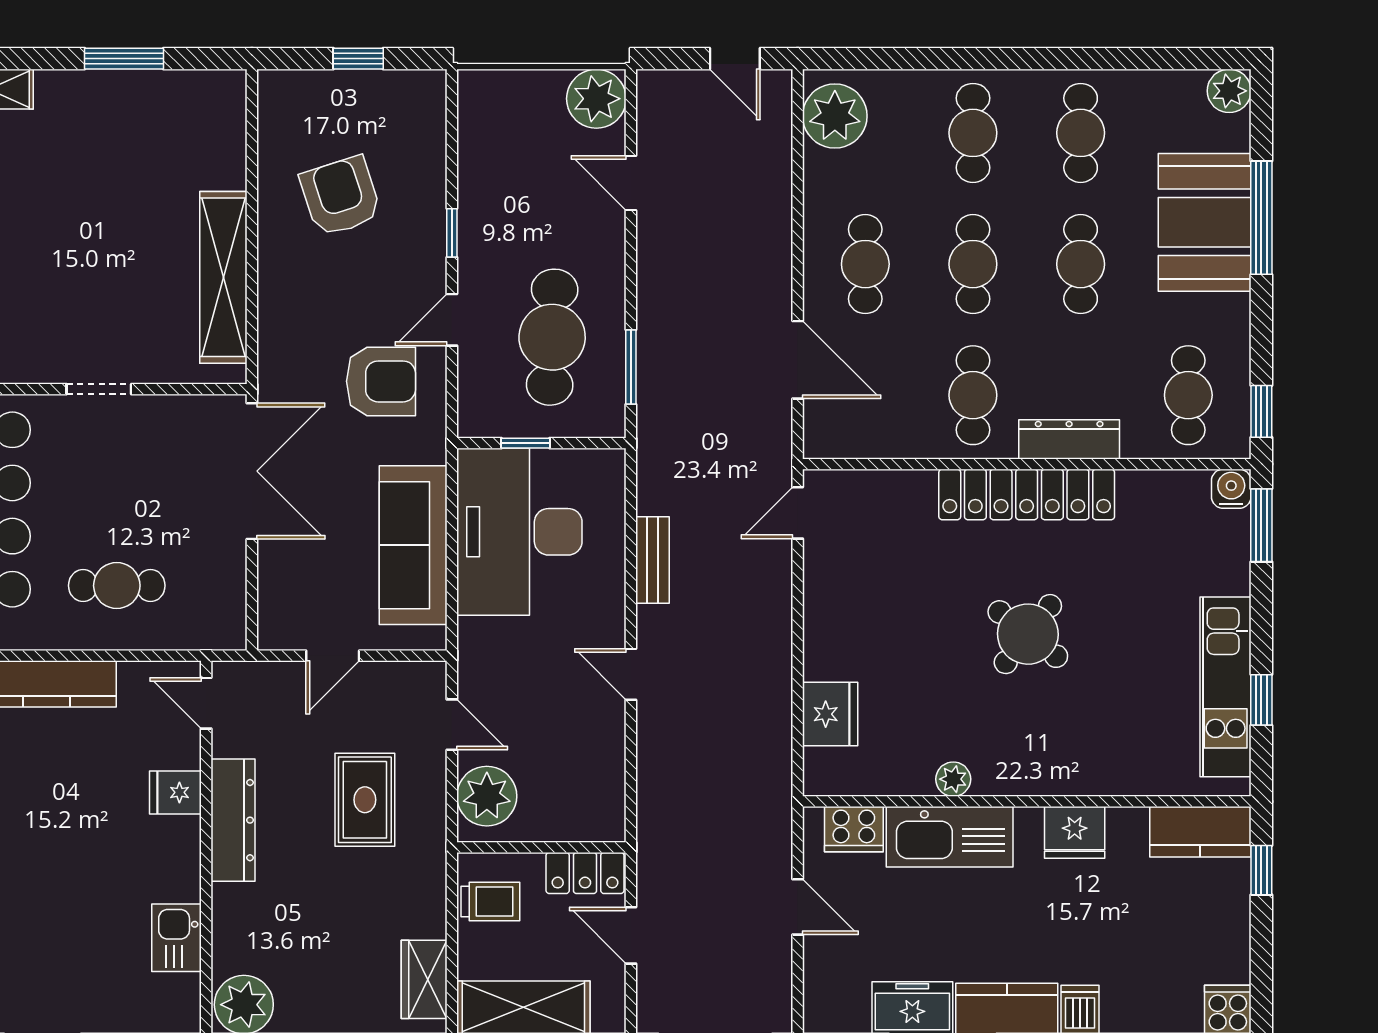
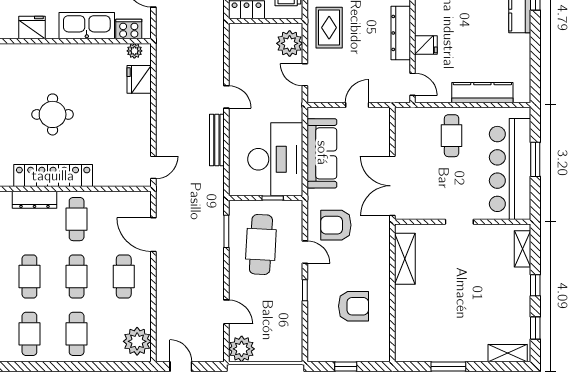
armchair: (341, 196) -> (354, 306), turned -72
shelving: (223, 277) -> (405, 259), width x0.68
door: (452, 320) -> (305, 252), hinge flipped
bench: (653, 560) -> (217, 140), width x1.36
cafe table: (117, 586) -> (452, 136), turned 90
round table: (1028, 634) -> (53, 114), turned -38
plant: (953, 779) -> (134, 51), moved
rug: (365, 800) -> (329, 28), moved

